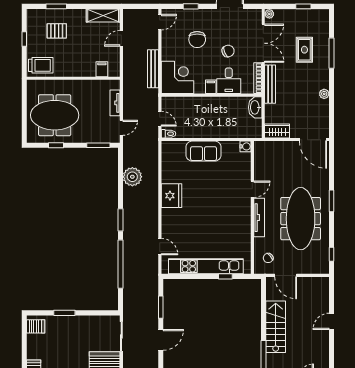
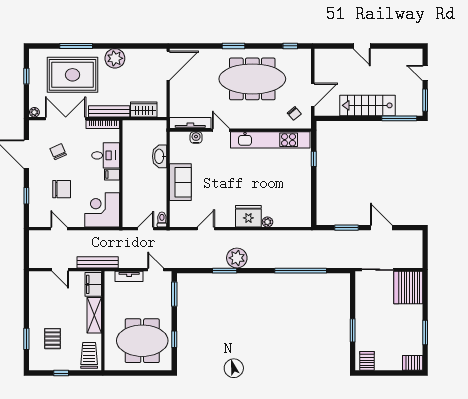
shelving: (103, 15) -> (94, 315), moved
door: (160, 22) -> (59, 229), moved
rug: (304, 50) -> (73, 75), width x1.86, depth x2.06
chair: (228, 51) -> (58, 152), moved
filing cabinet: (102, 69) -> (93, 284), width x2.00
bench: (153, 69) -> (98, 262), moved
plant: (324, 94) -> (115, 58), width x1.87, depth x1.87
washbasin: (255, 107) -> (160, 156), moved, turned 90
meeting table: (55, 115) -> (142, 341), turned 90
wardrobe: (277, 131) -> (144, 109), moved, turned 90
water cooler: (246, 146) -> (196, 137), moved
plant: (132, 177) -> (237, 258), moved
fridge: (172, 196) -> (248, 216), moved
tv unit: (259, 218) -> (190, 123), moved
window: (120, 220) -> (225, 271), moved
plant: (166, 233) -> (267, 222), added
door: (160, 247) -> (206, 229), moved
kitchen unit: (206, 266) -> (270, 140), moved, turned -90

